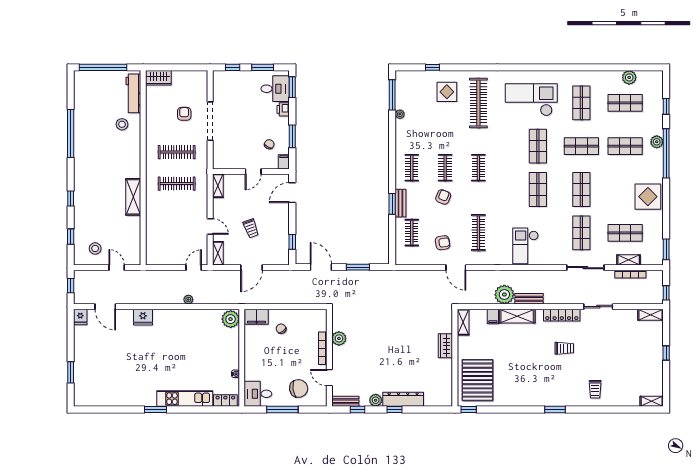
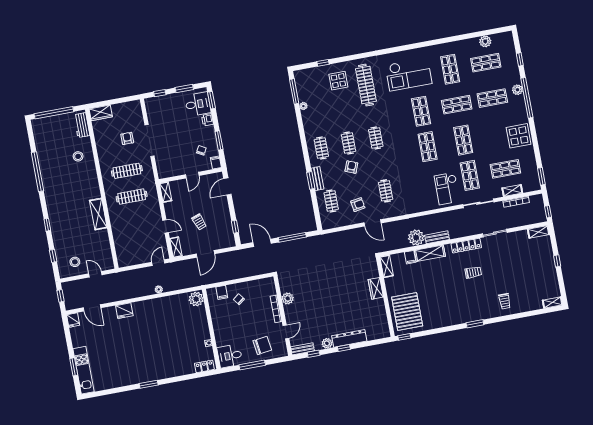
workbench: (133, 93) -> (82, 125), width x0.73
checkout: (531, 100) -> (409, 74), turned 180
clothes rail: (478, 233) -> (386, 191), width x0.73
checkout: (526, 246) -> (447, 189), moved
window: (358, 267) -> (292, 237), width x1.44
filing cabinet: (257, 317) -> (222, 292), width x0.50
door: (329, 378) -> (286, 332), swing flipped
kitchen unit: (185, 399) -> (84, 370), moved, turned 90

